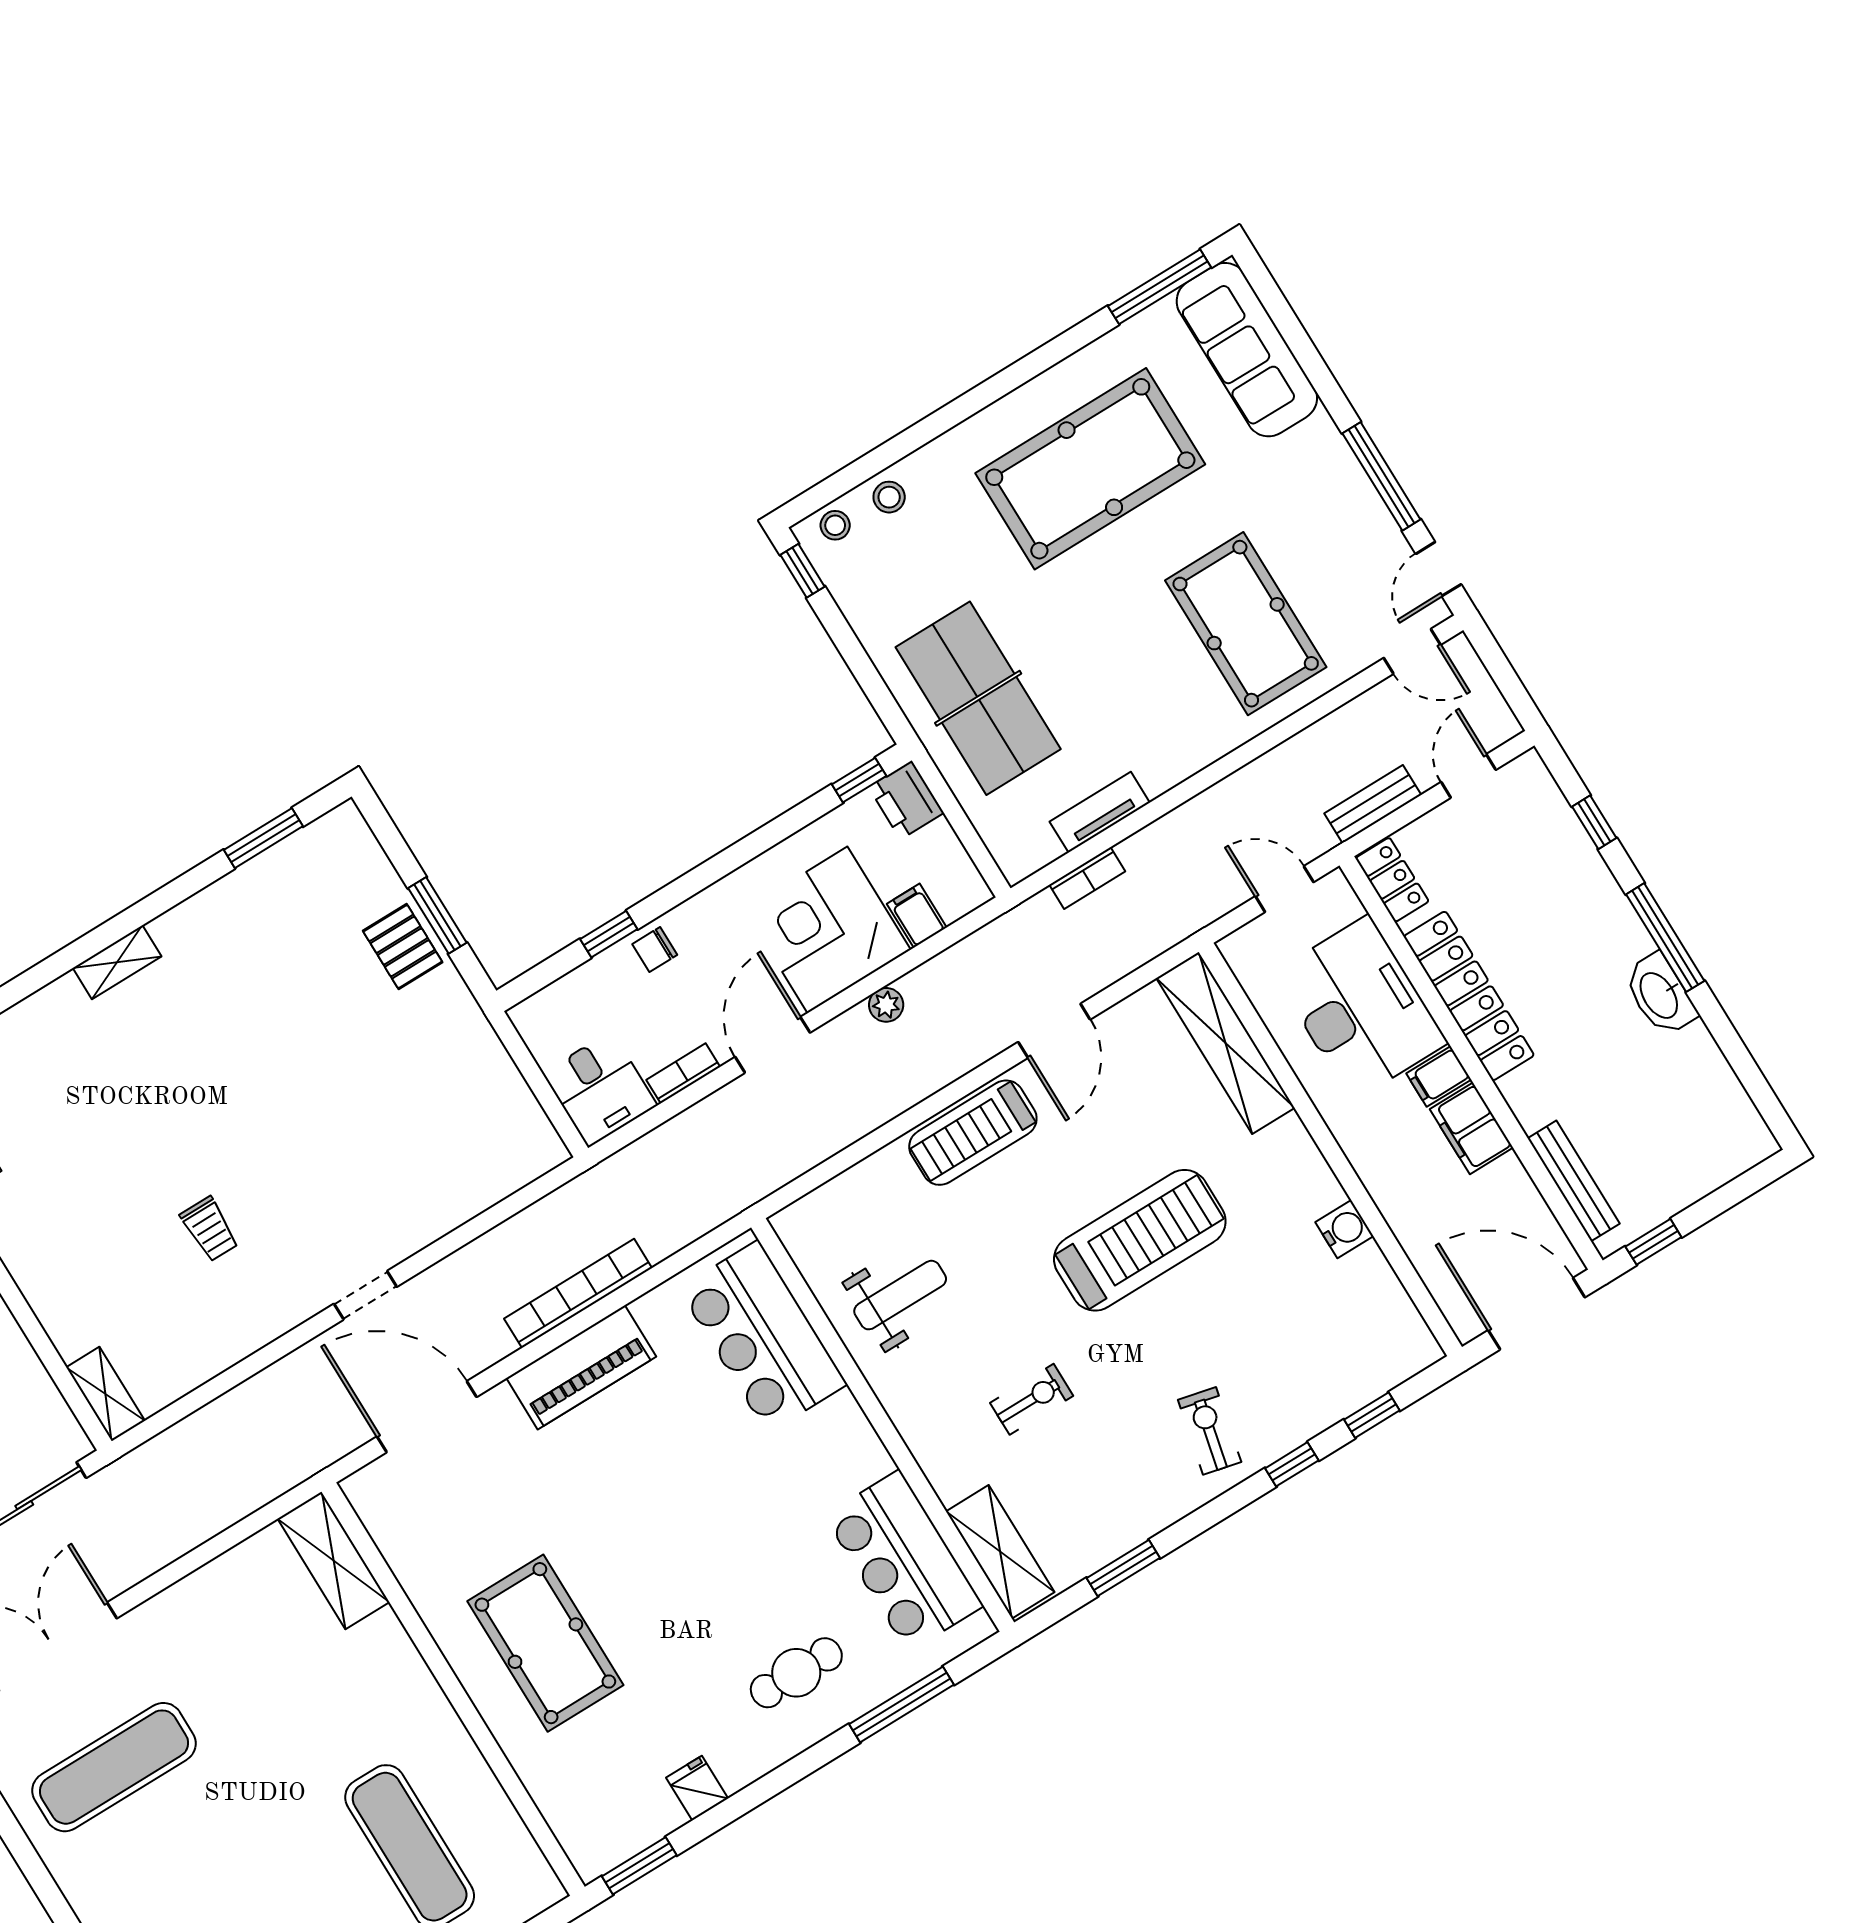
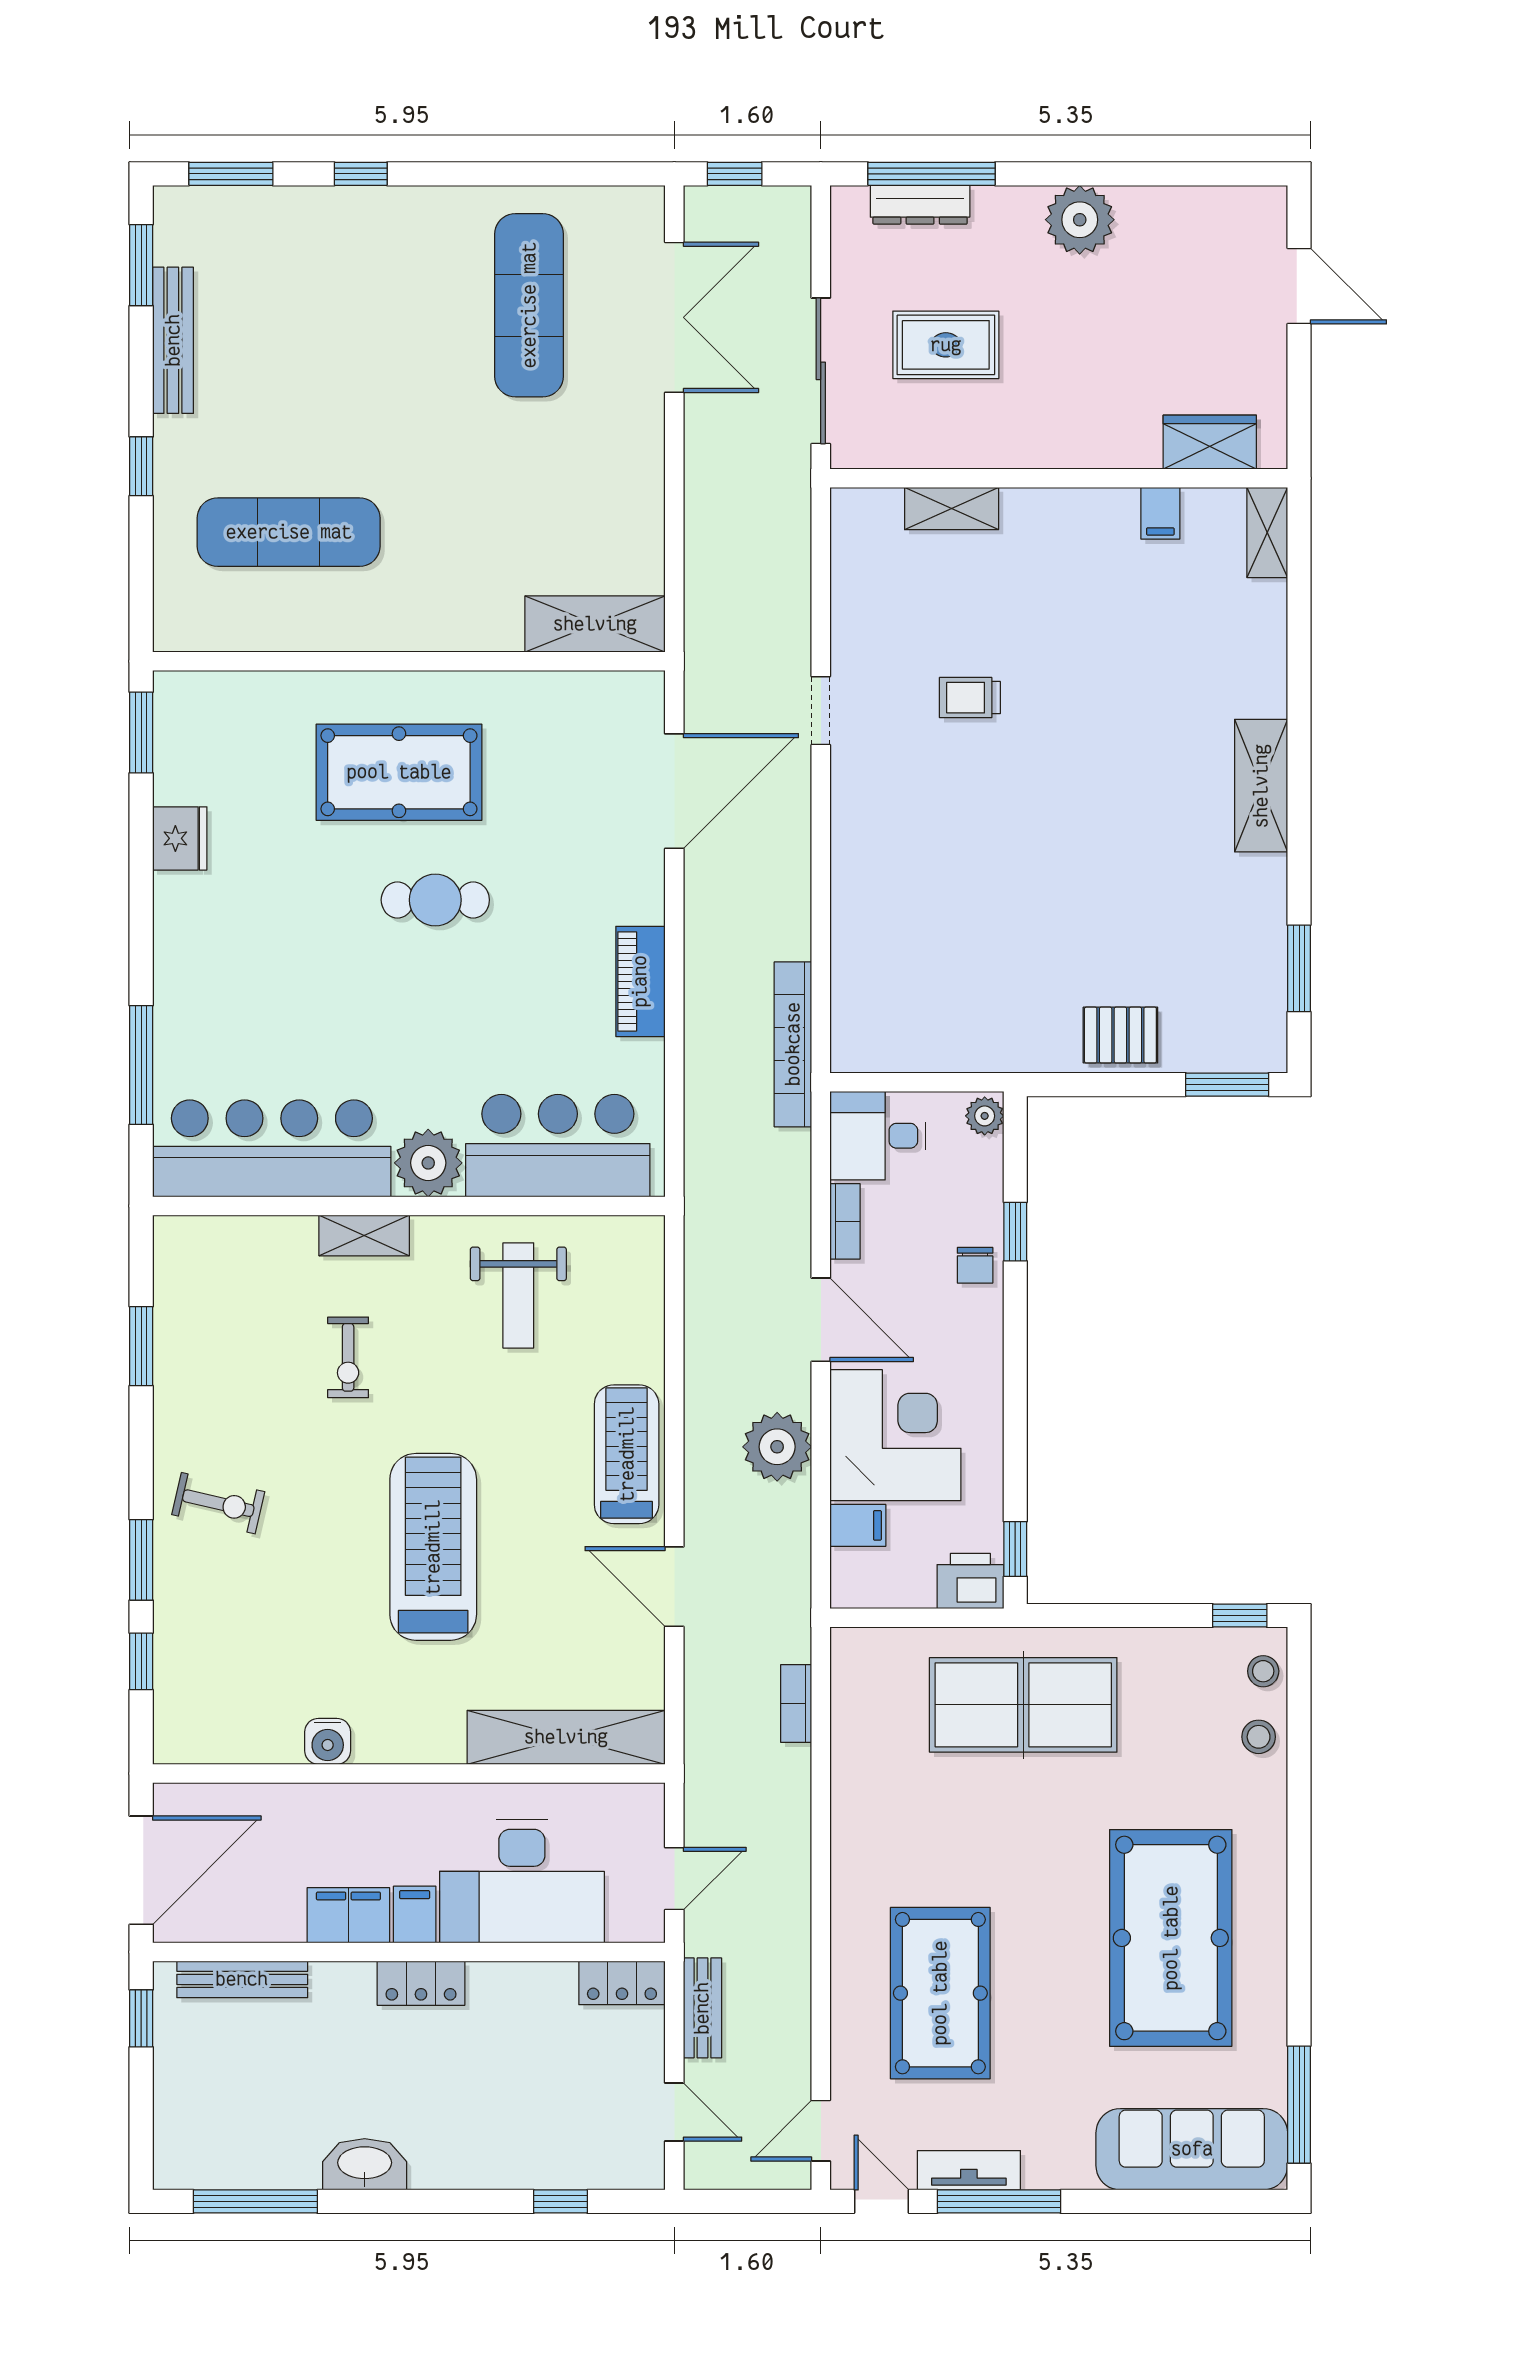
pool table: (1246, 624) -> (940, 1993), turned 90
tv unit: (1100, 812) -> (969, 2170), moved, turned -90
window: (437, 915) -> (1227, 1085), moved
window: (1665, 938) -> (255, 2201), moved
chair: (655, 949) -> (975, 1265), turned 180
shelving: (117, 962) -> (1261, 786), width x1.50, depth x1.33
locker: (1469, 996) -> (421, 1983), width x0.46, depth x0.83
plant: (886, 1005) -> (777, 1447), width x1.87, depth x1.87
plant: (532, 1014) -> (985, 1116), added
treadmill: (1140, 1240) -> (433, 1547), turned 180
bookcase: (578, 1293) -> (793, 1044), moved, turned 180
doorway: (365, 1295) -> (821, 711), moved
piano: (581, 1367) -> (640, 981), width x0.73, depth x0.75
shelving: (106, 1394) -> (952, 508), moved
plant: (839, 1430) -> (428, 1163), added
window: (1292, 1464) -> (141, 1560), width x1.50
shelving: (1000, 1552) -> (364, 1235), moved, width x0.67, depth x0.75
bar counter: (904, 1561) -> (272, 1148), width x1.36
cafe table: (796, 1673) -> (435, 900), moved, turned 90
fridge: (697, 1788) -> (180, 838), width x1.38

